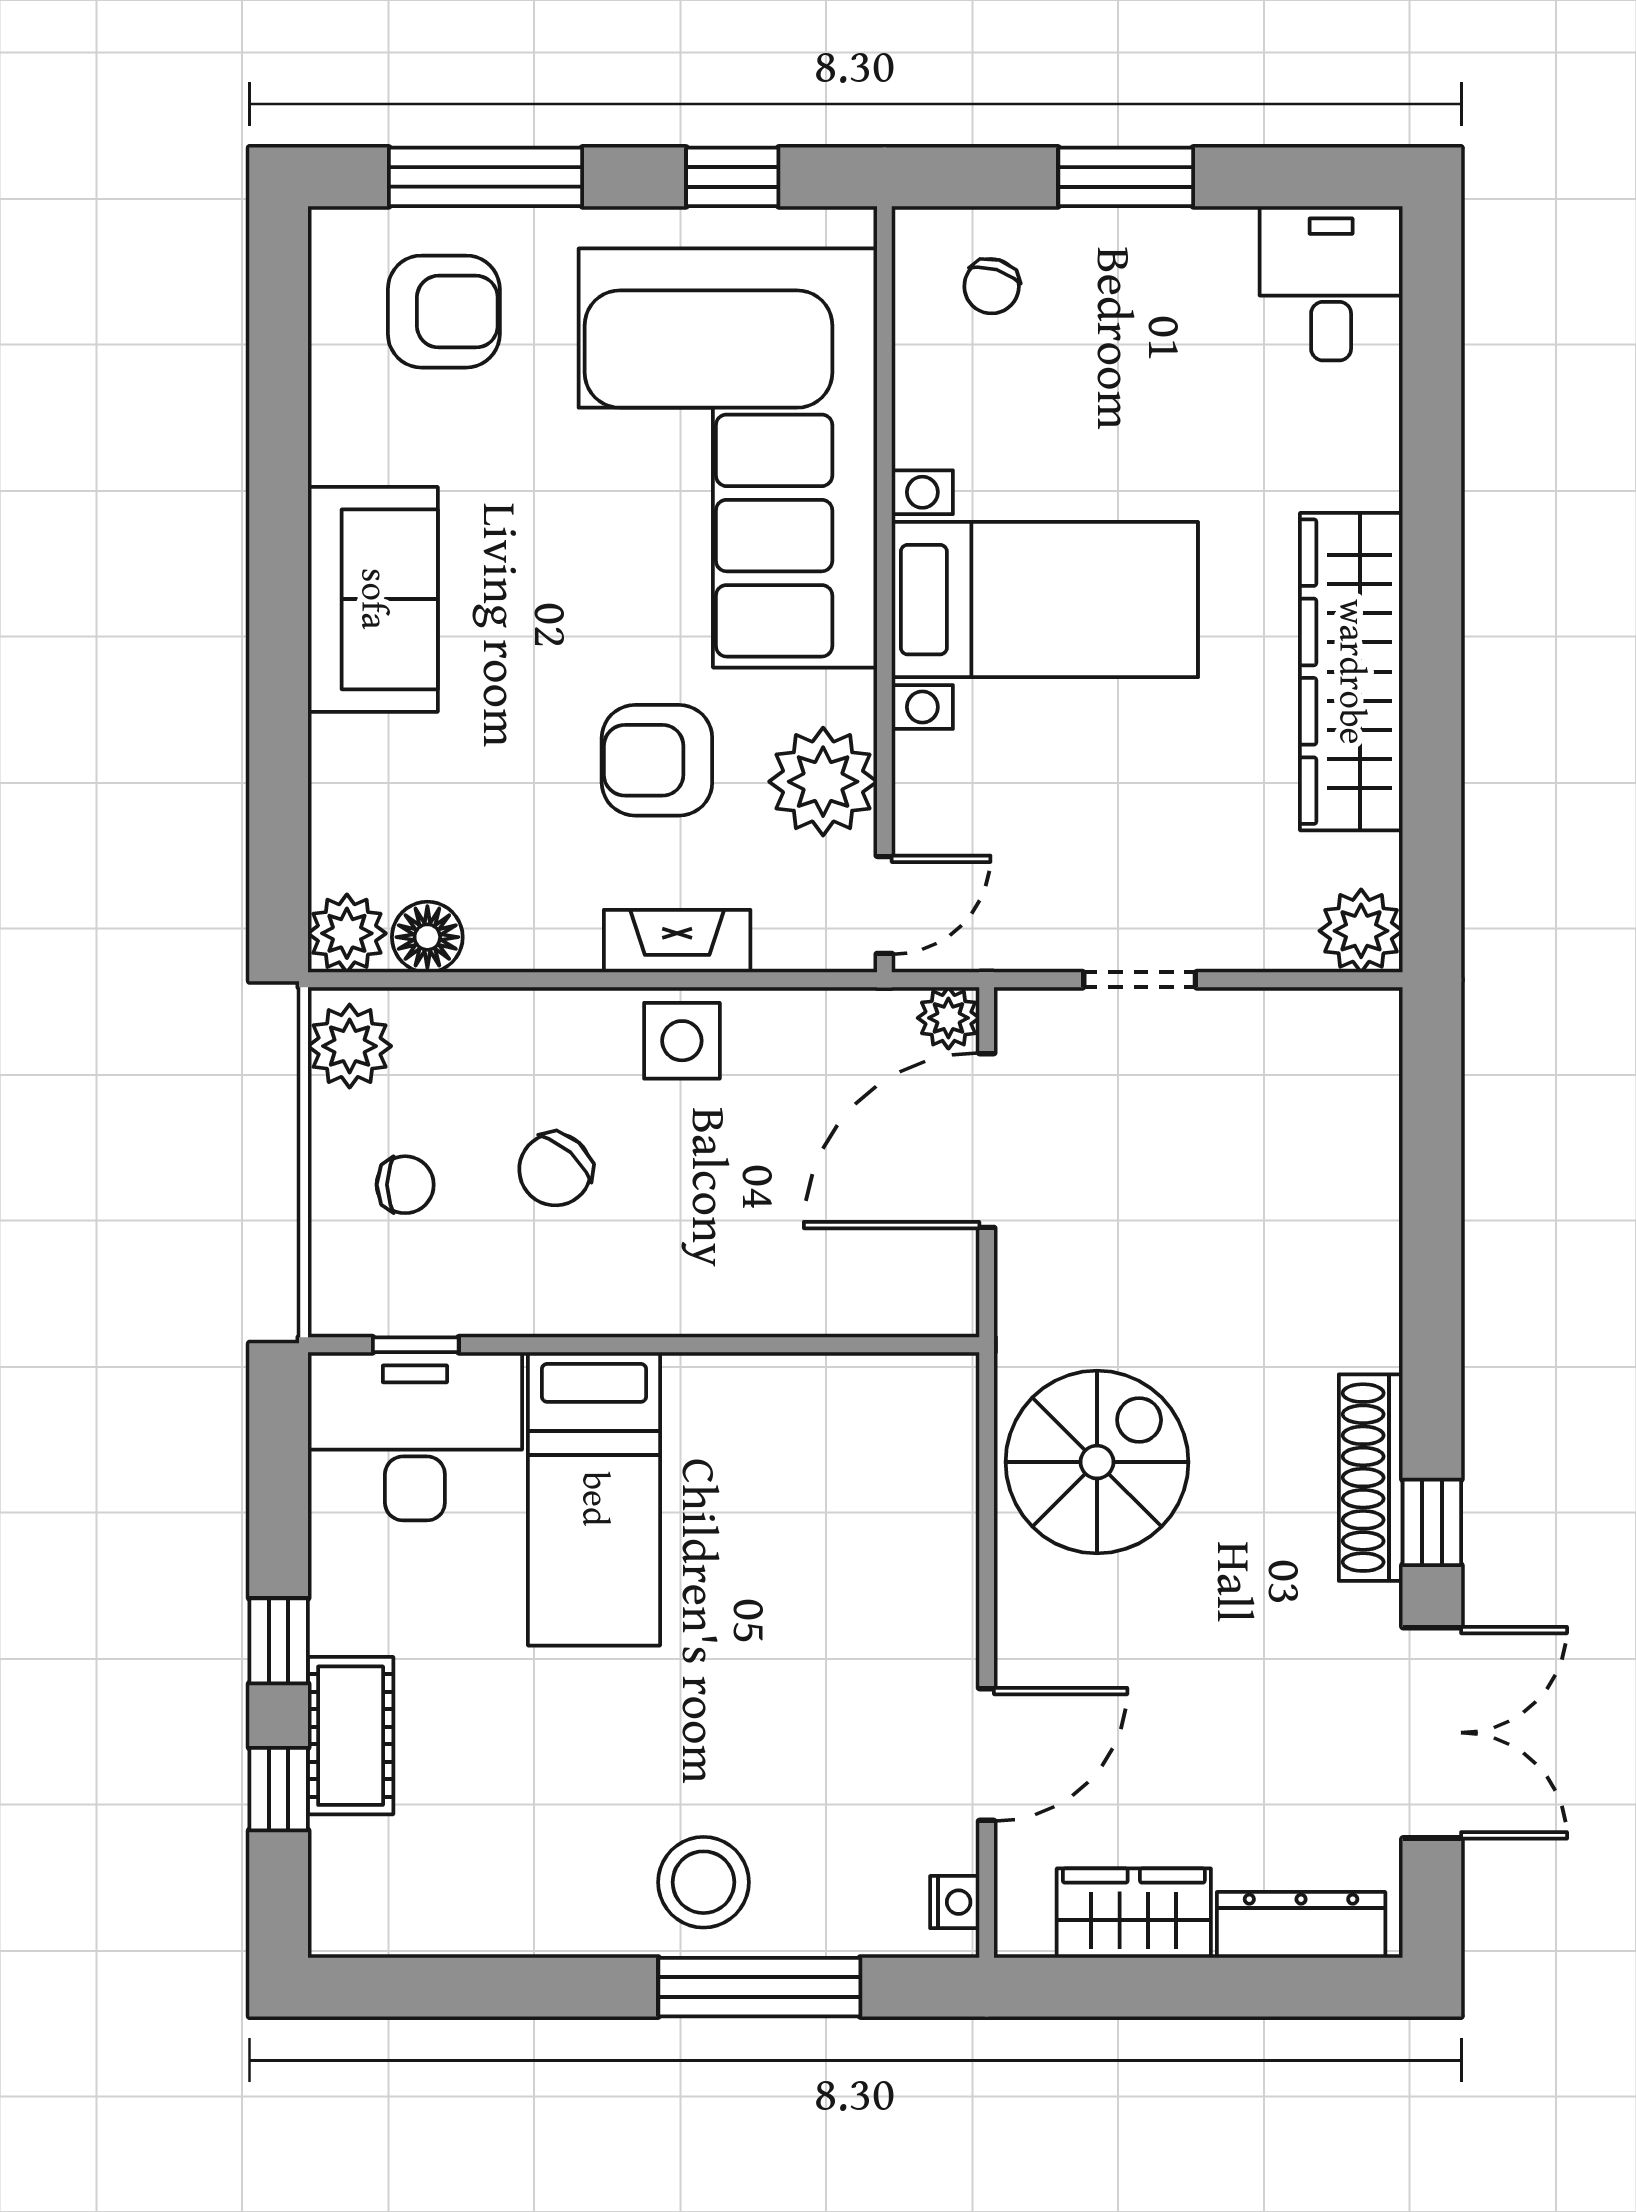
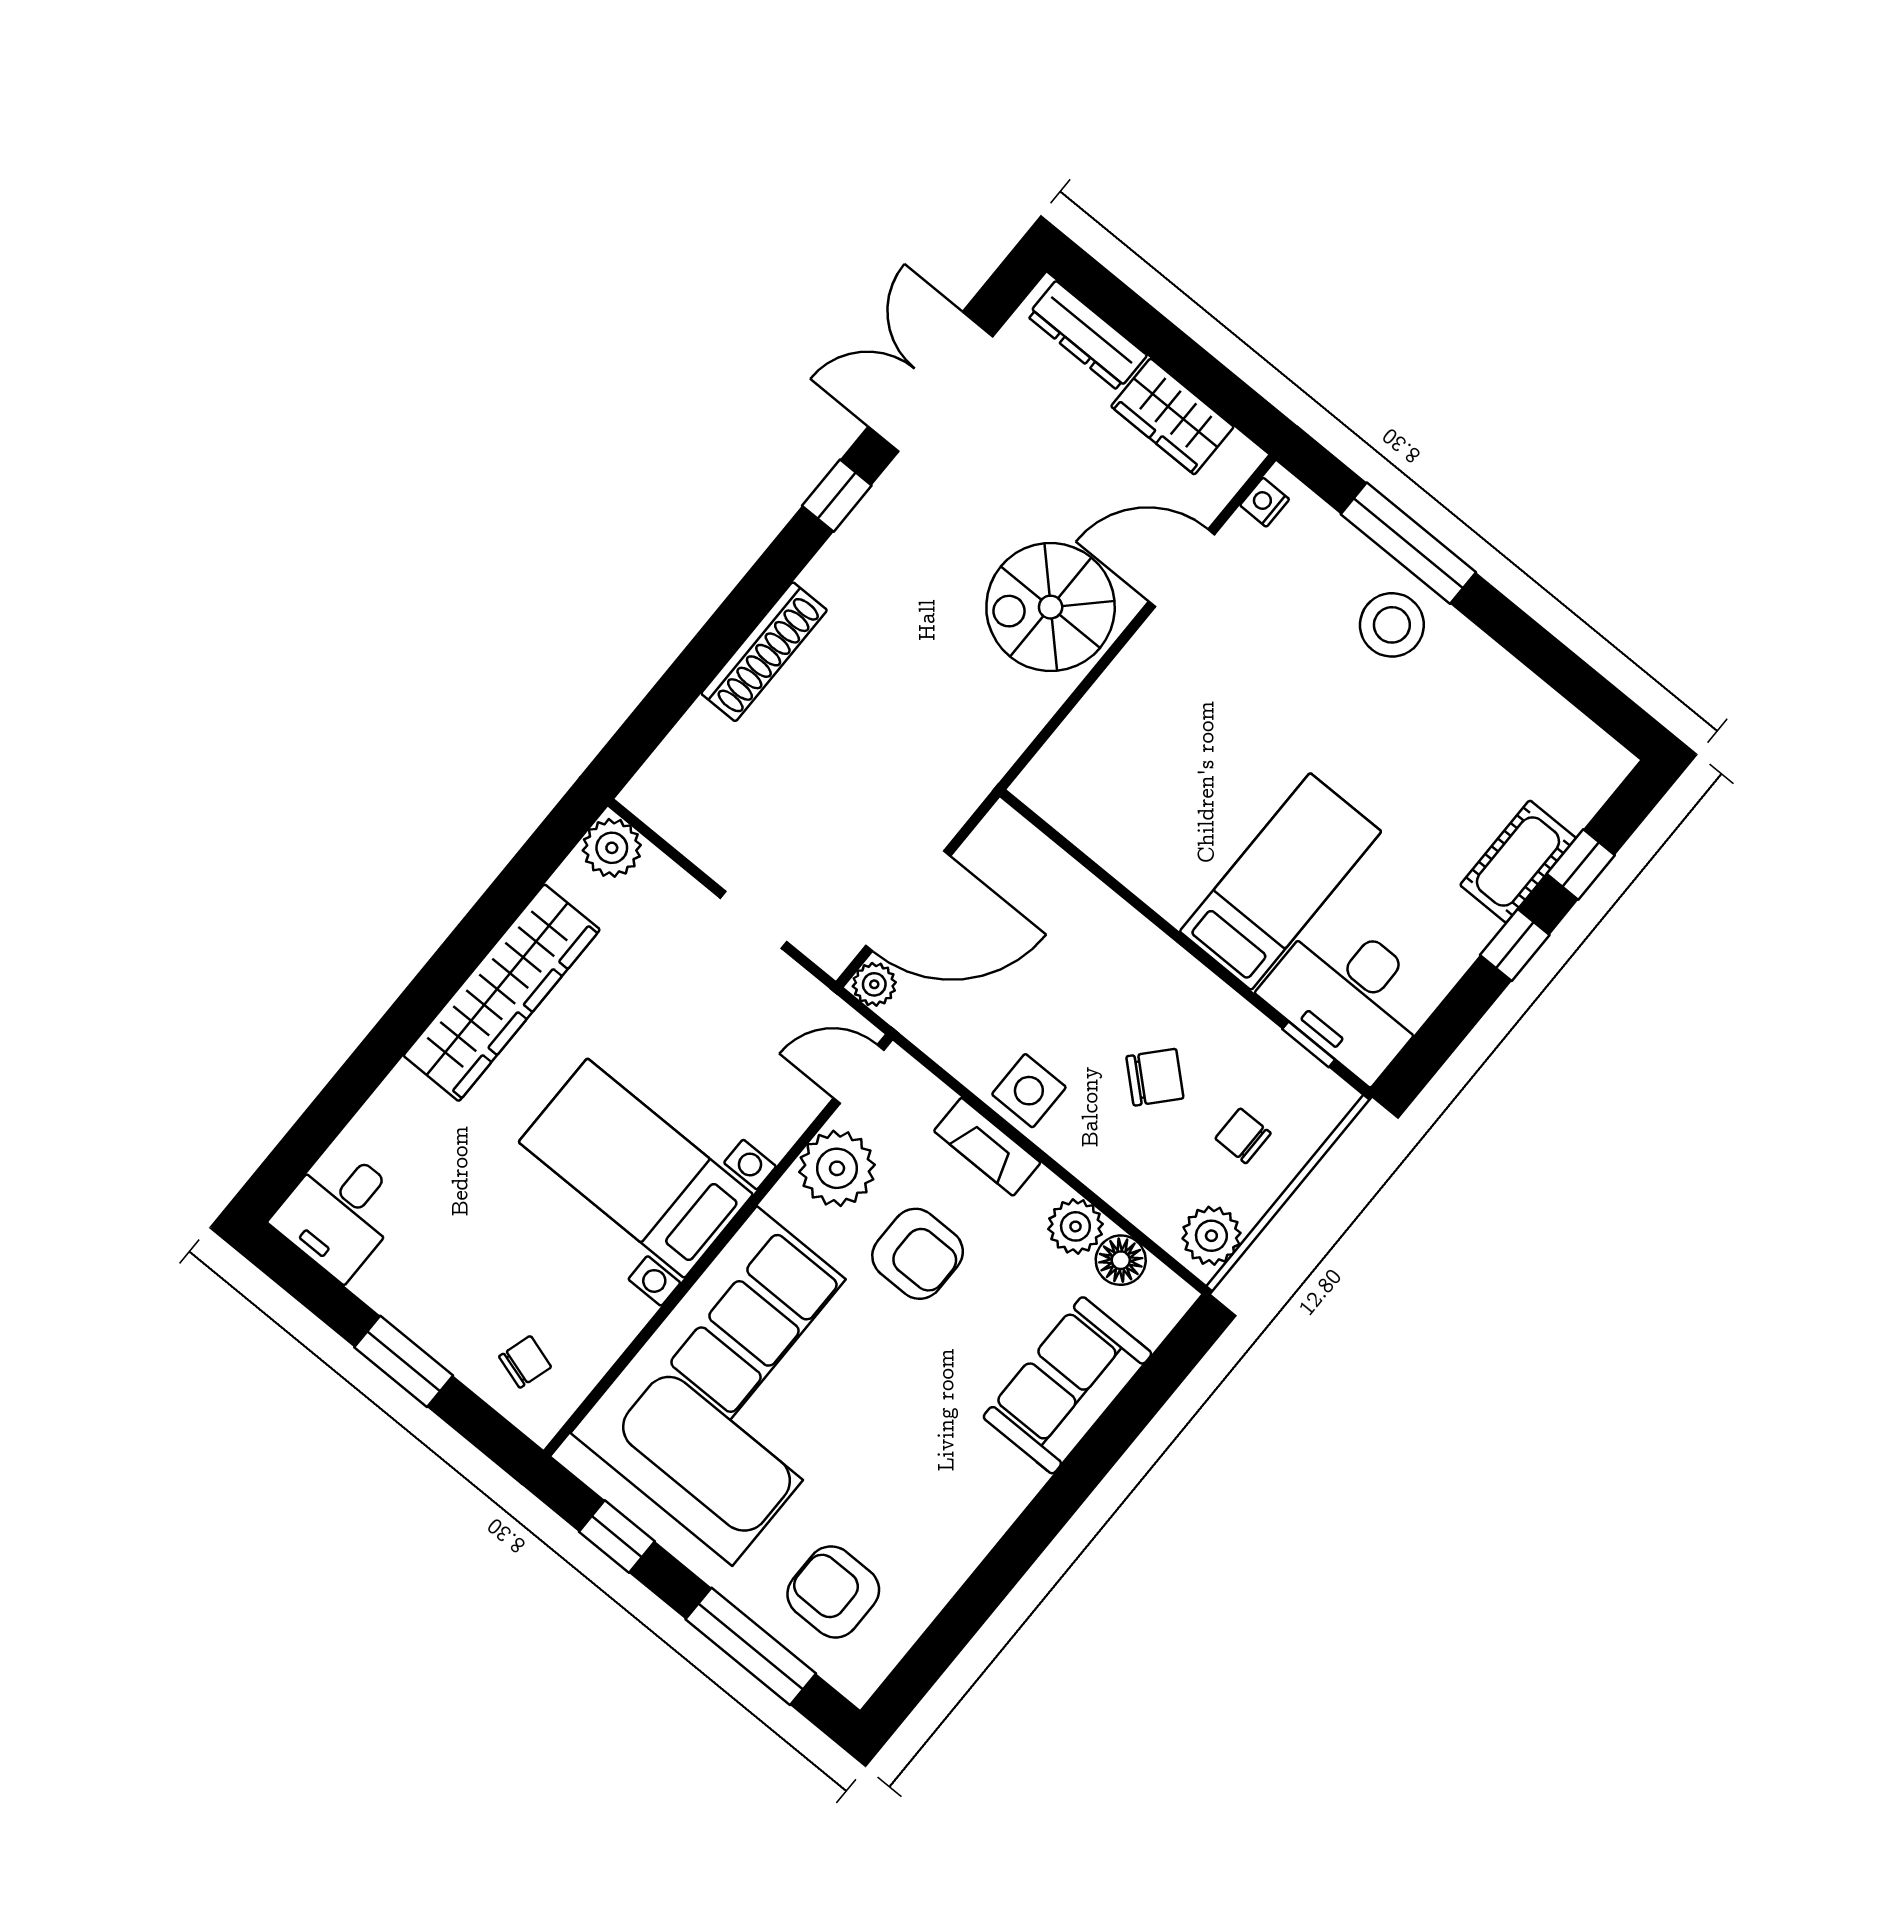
sofa: (373, 599) -> (1067, 1385), moved
plant: (347, 933) -> (1075, 1226), moved
spiral stairs: (1097, 1462) -> (1051, 607), moved
shoe rack: (1371, 1478) -> (764, 652), moved

